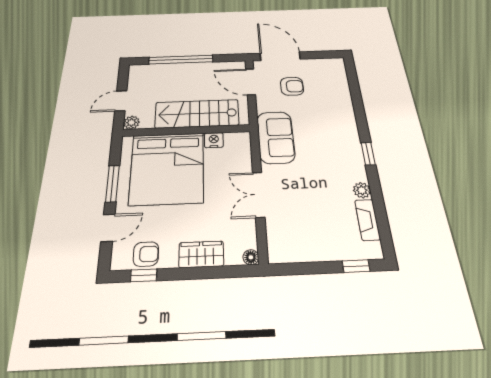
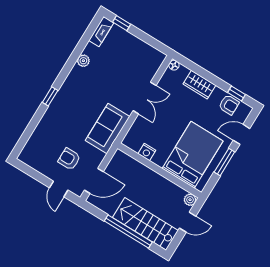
door: (280, 56) -> (59, 189), width x0.53
door: (251, 82) -> (94, 181), hinge flipped
stairs: (197, 114) -> (145, 224), moved, turned 180
window: (368, 154) -> (50, 96), moved
bed: (167, 168) -> (193, 155), width x0.73
fireplace: (367, 220) -> (101, 32), moved
armchair: (146, 254) -> (229, 105), turned 180

